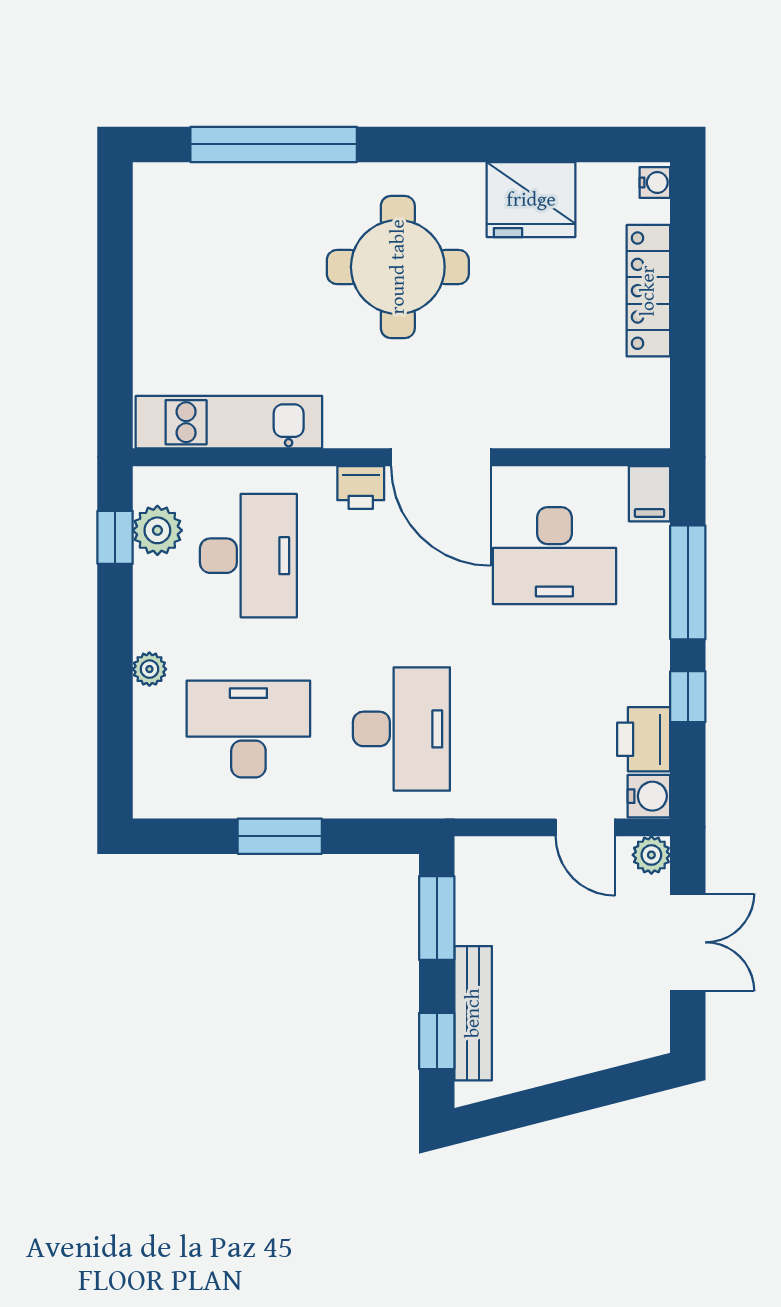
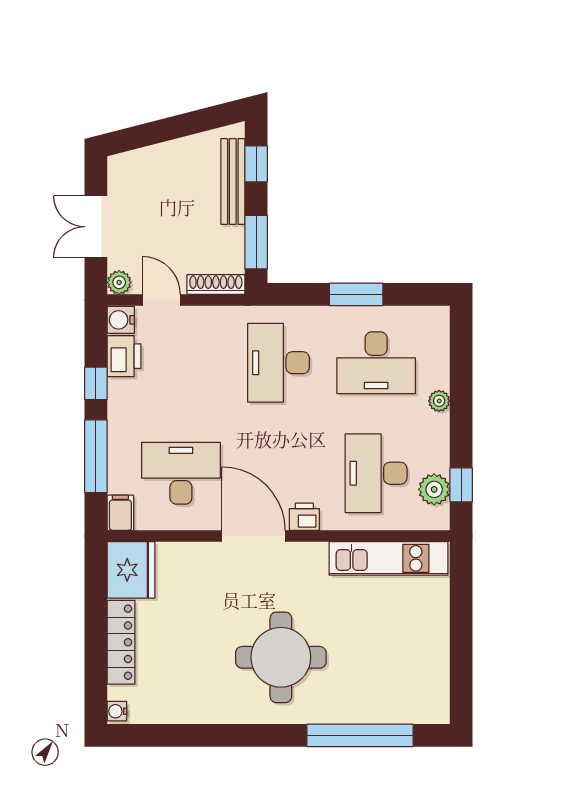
fridge: (531, 200) -> (131, 570), moved, turned 90
shoe rack: (500, 852) -> (216, 285), added

